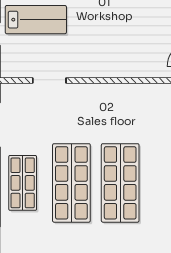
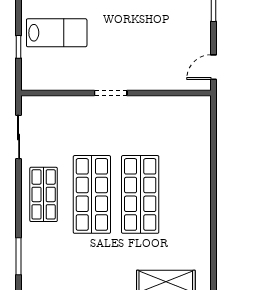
doorway: (49, 81) -> (111, 93), moved

